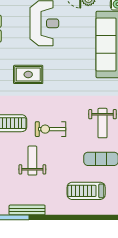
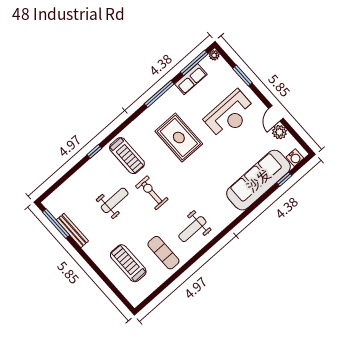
rug: (28, 74) -> (179, 137), width x1.36, depth x1.43

